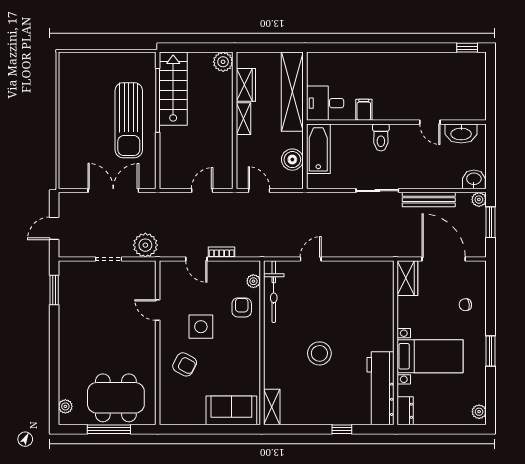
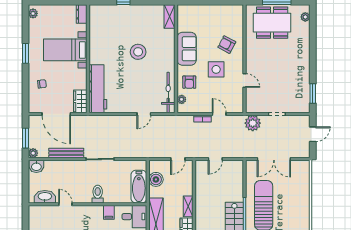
door: (259, 191) -> (178, 159), hinge flipped
workbench: (380, 388) -> (98, 89), moved
sofa: (231, 410) -> (187, 49), moved, turned -90

